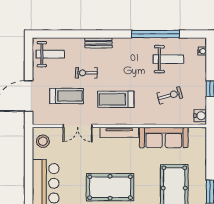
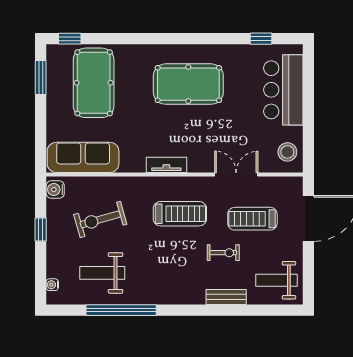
bench: (98, 43) -> (226, 297), moved
exercise bike: (170, 95) -> (100, 219), width x1.38, depth x1.39
tv unit: (119, 132) -> (166, 165), width x0.71
sofa: (164, 137) -> (83, 157), moved

